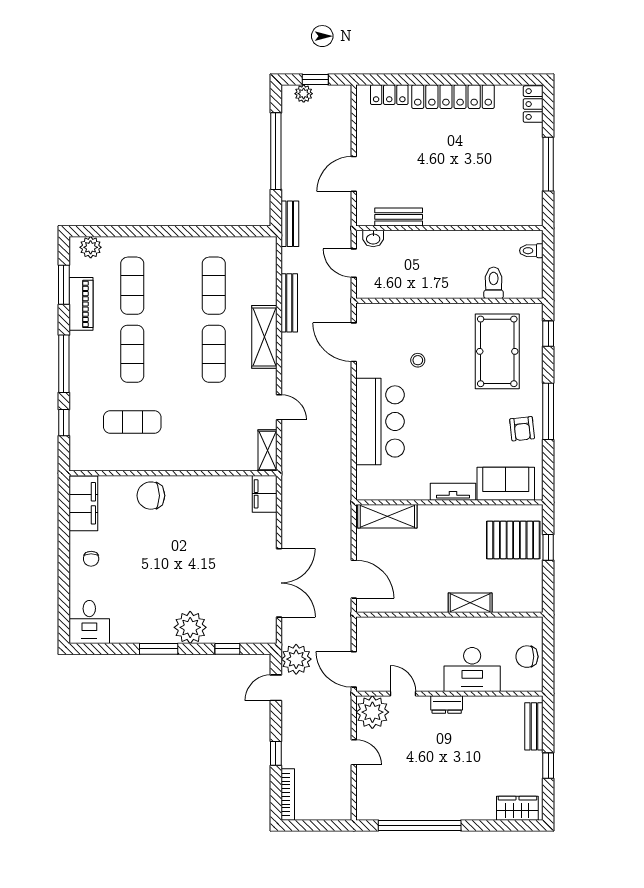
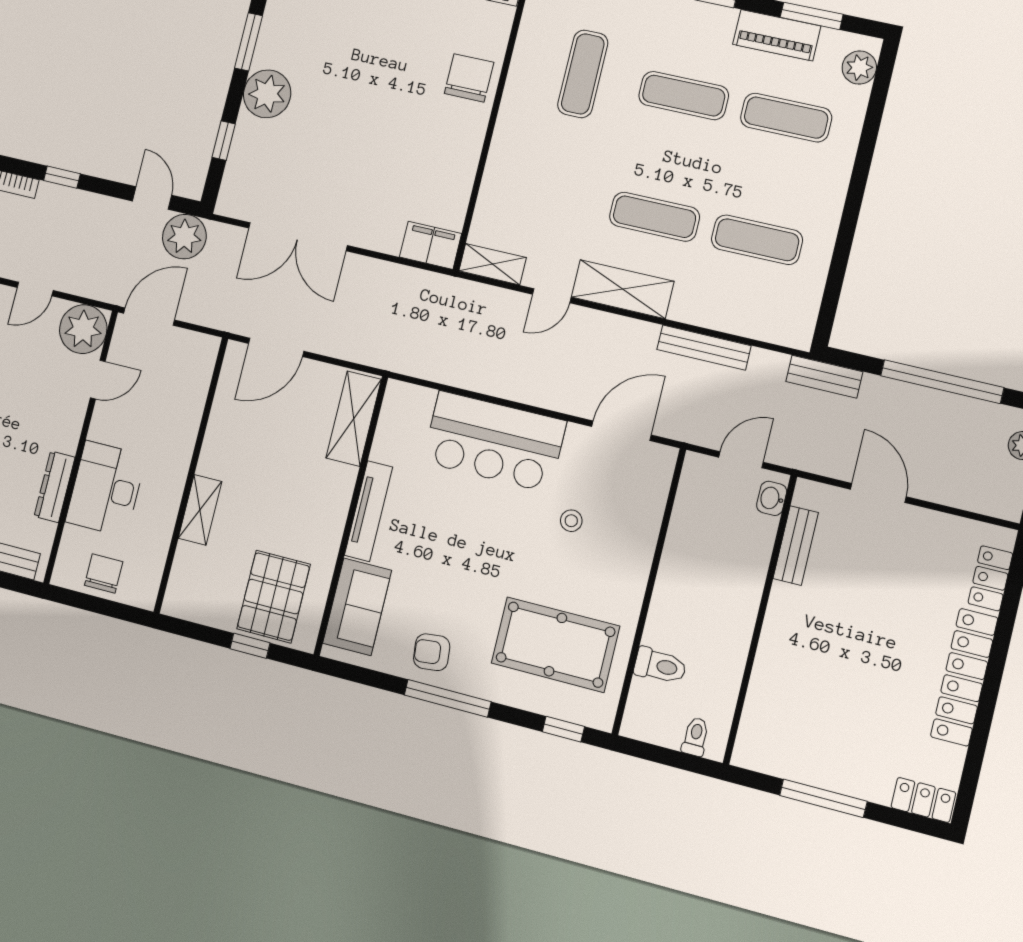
shelving: (264, 337) -> (623, 289), moved
tv unit: (453, 492) -> (369, 511), width x1.41
dresser: (447, 705) -> (55, 487), moved, width x1.44

